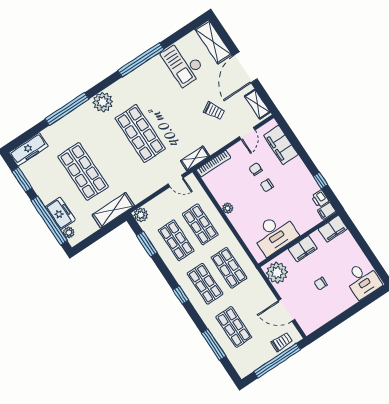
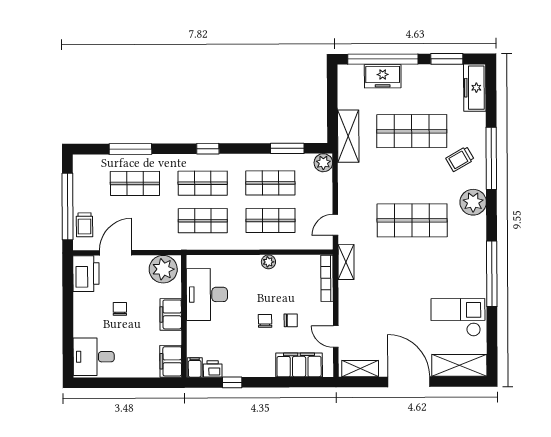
trolley: (214, 111) -> (460, 159), moved
plant: (69, 233) -> (356, 72), removed
printer: (312, 320) -> (86, 274), added

